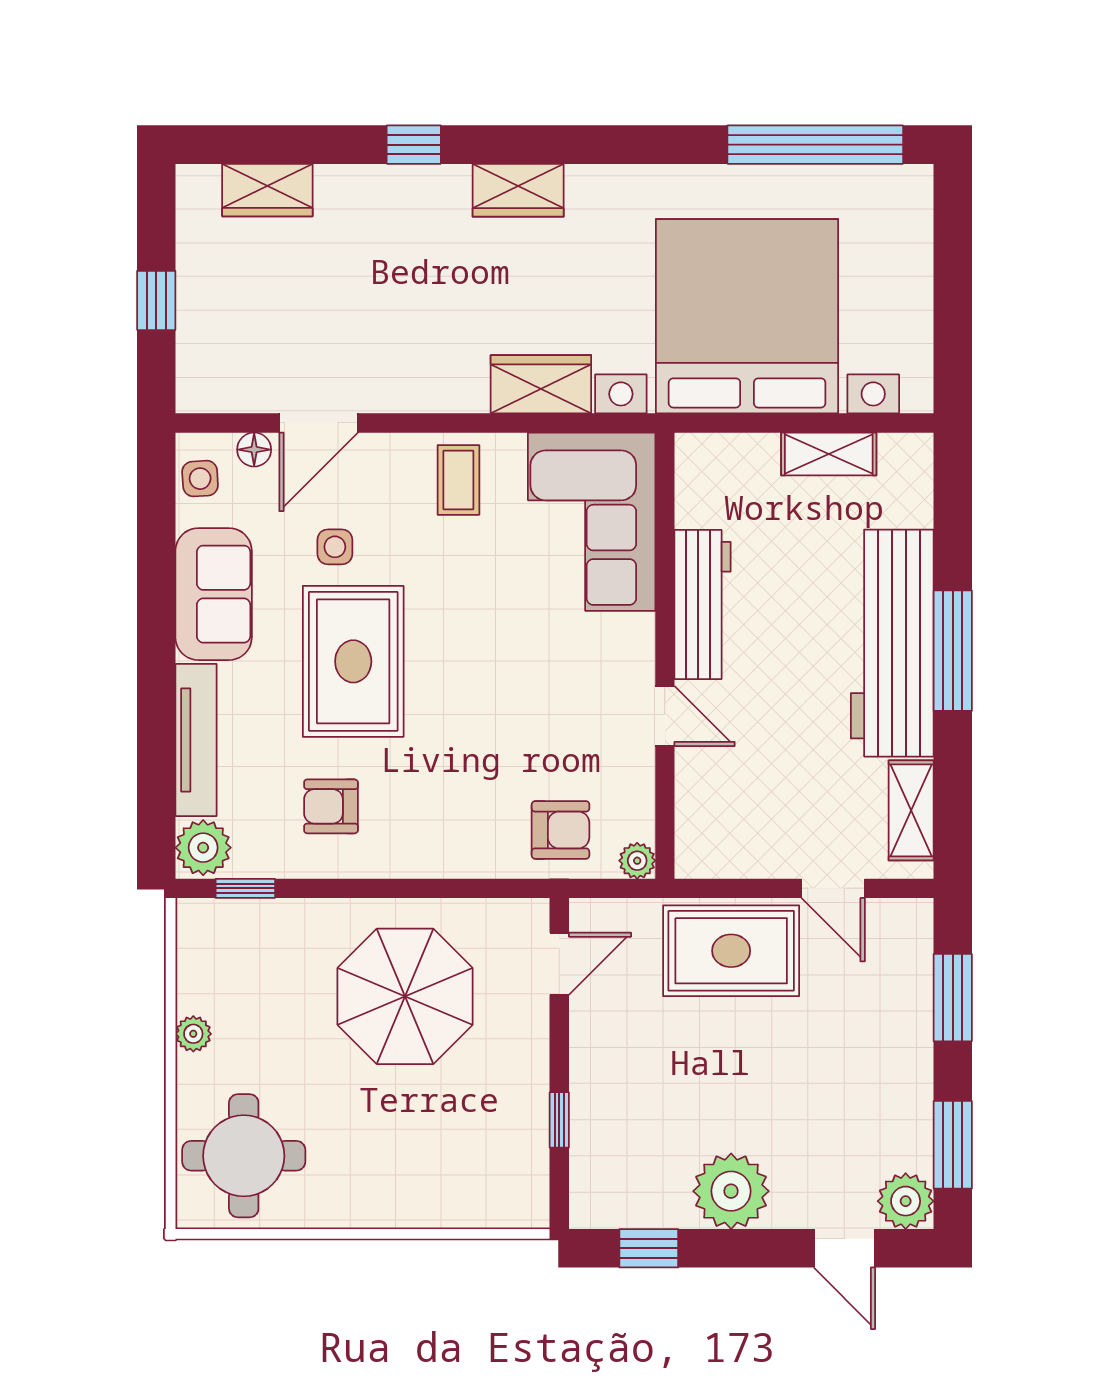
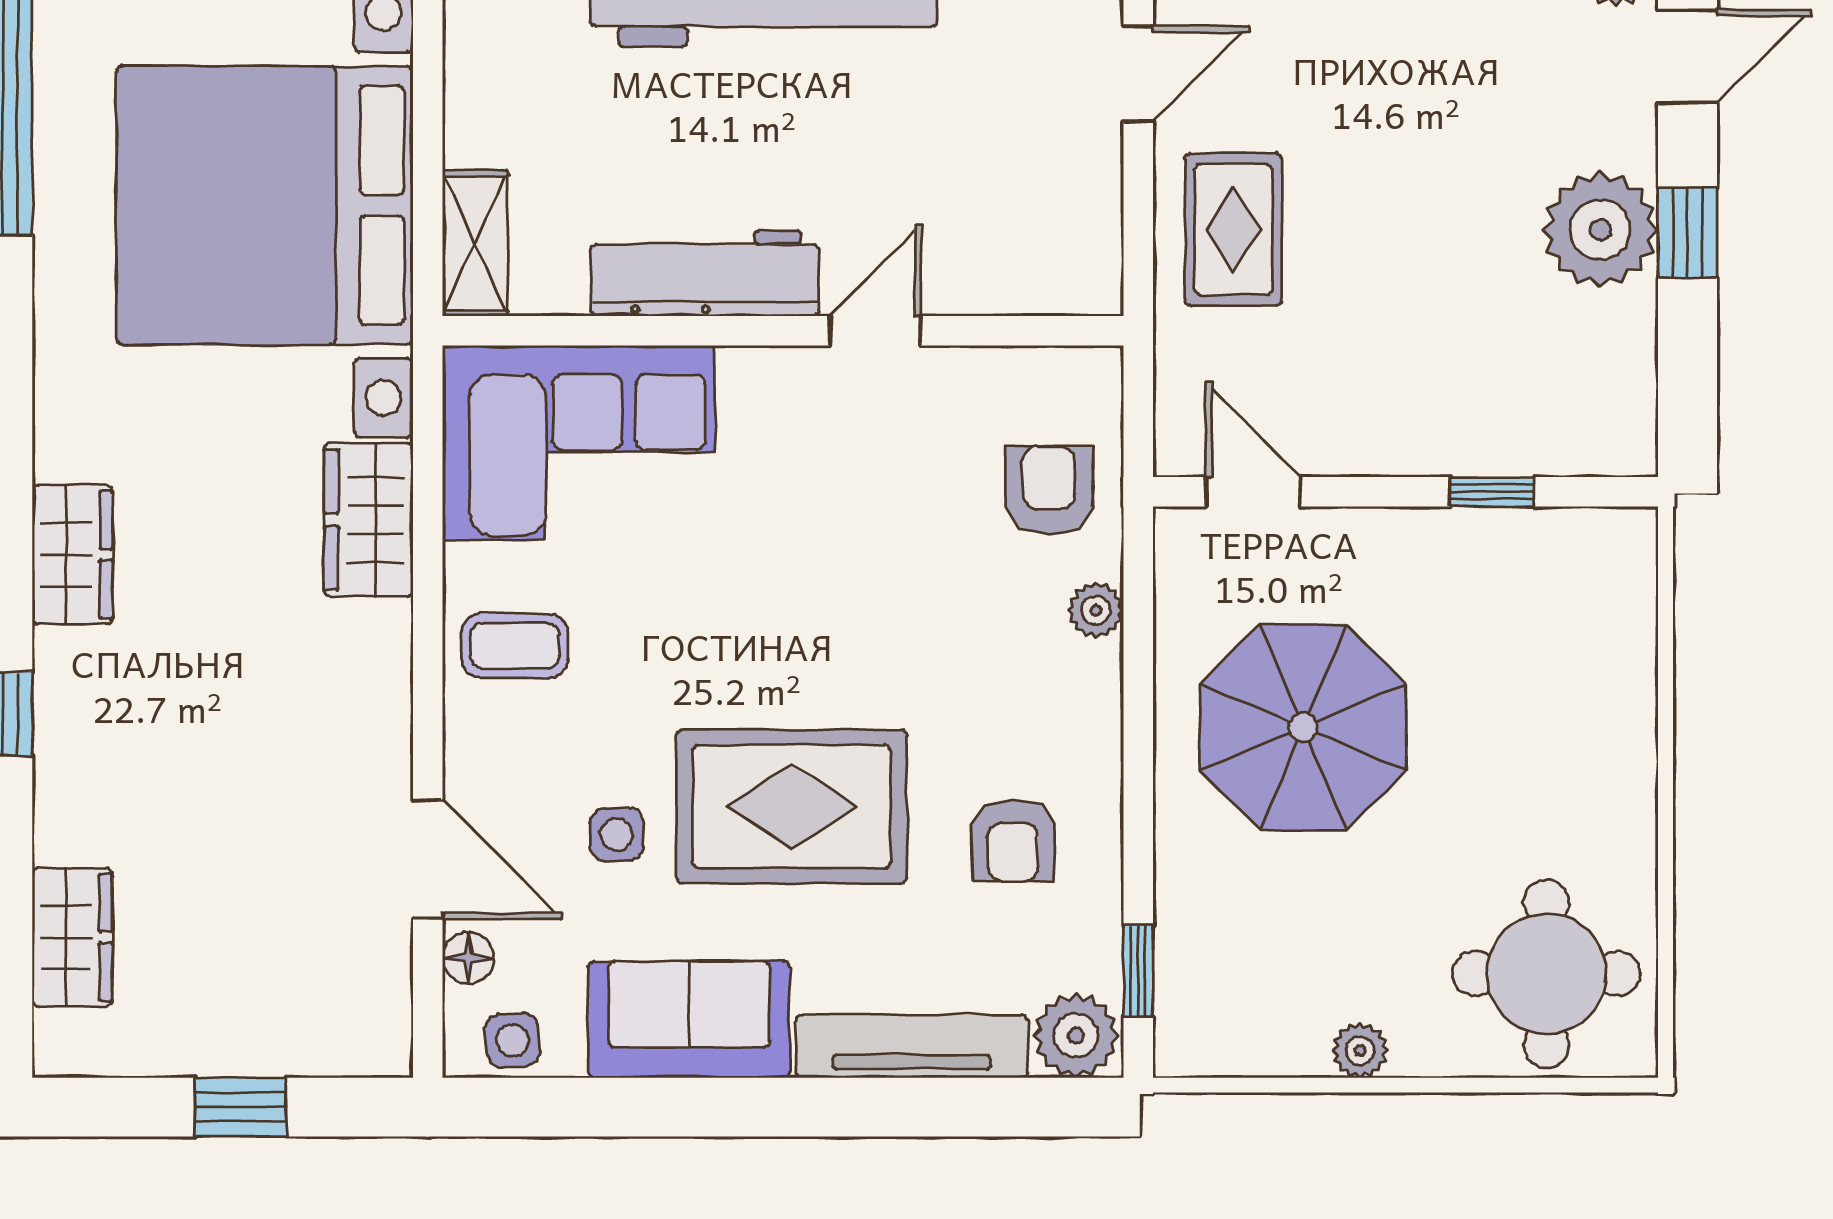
shelving: (829, 454) -> (475, 243), moved
plant: (637, 861) -> (1096, 610), moved
rug: (731, 951) -> (1233, 230), width x0.73, depth x0.70
window: (649, 1248) -> (1688, 233), moved

